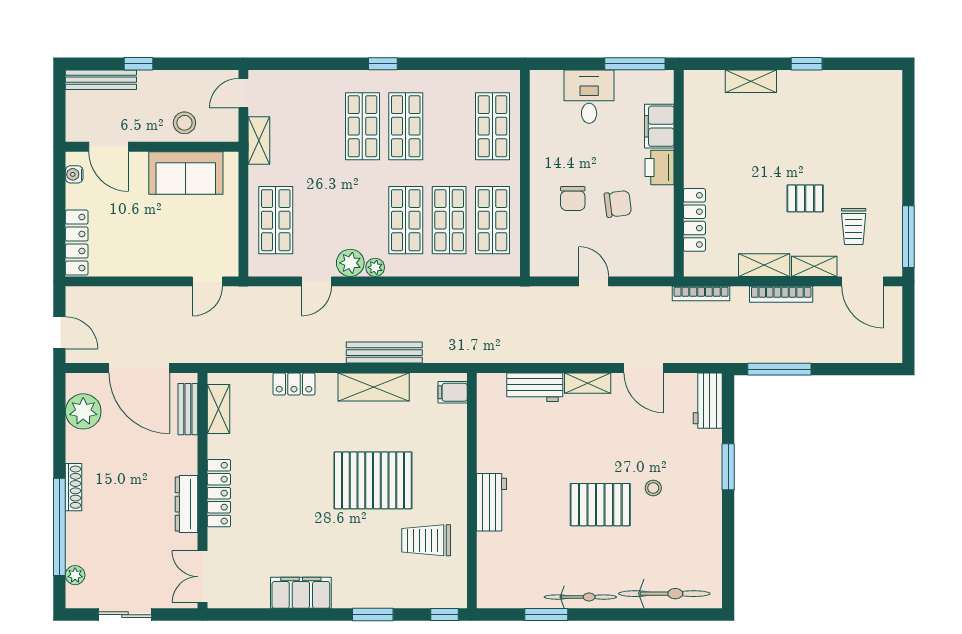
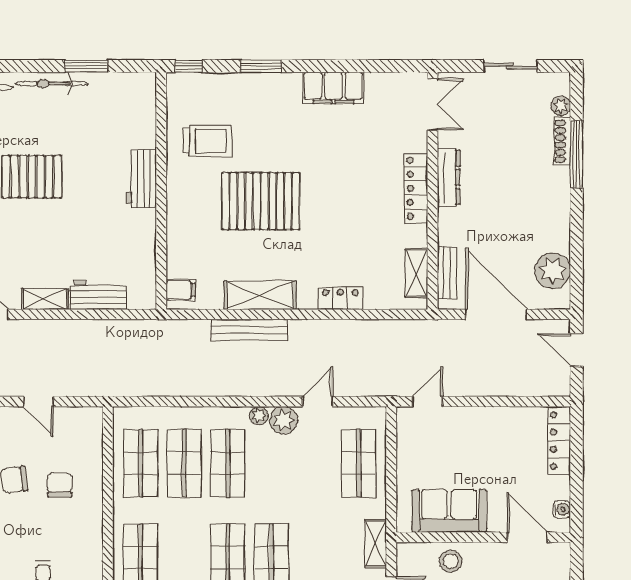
shoe rack: (73, 487) -> (562, 141), moved
window: (59, 527) -> (577, 154), width x0.68

